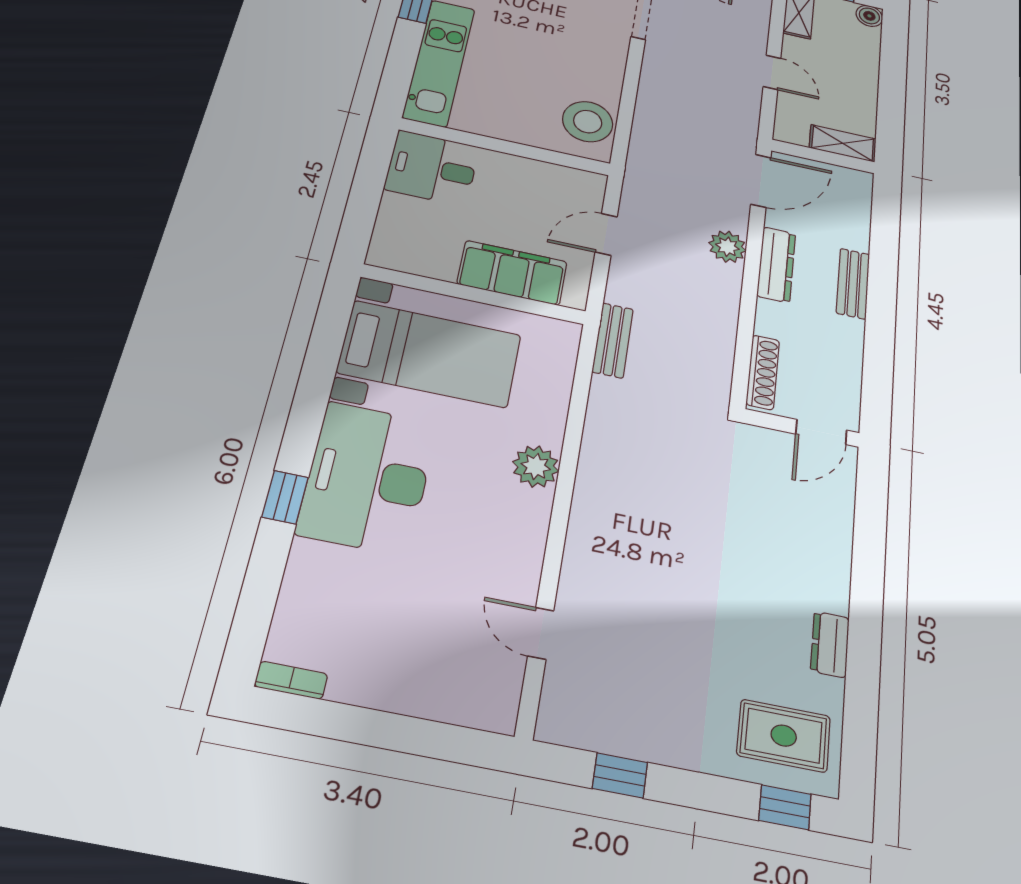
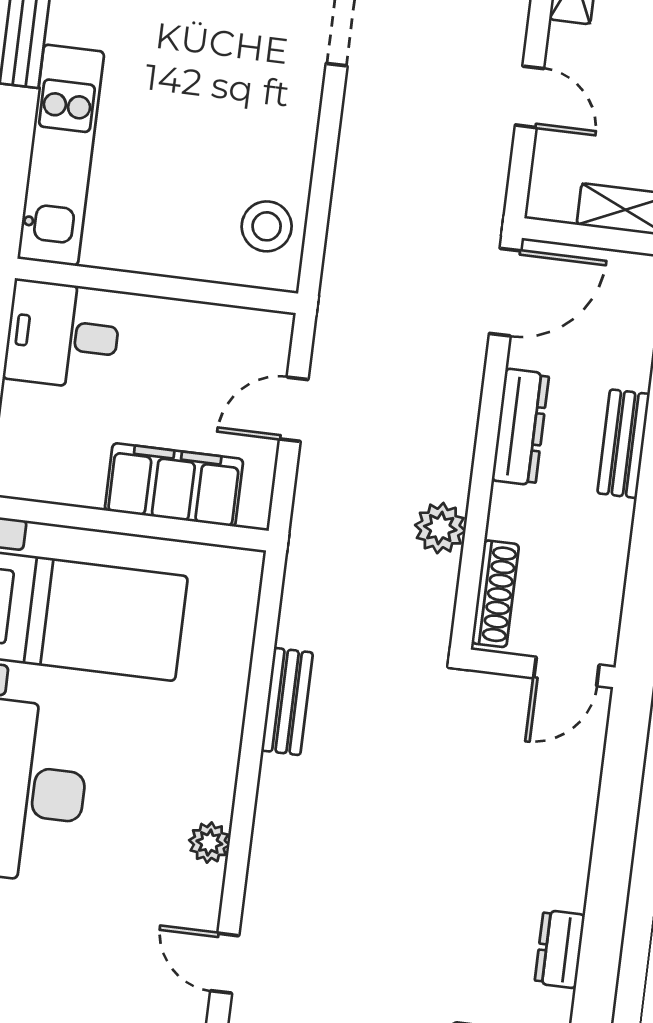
stool: (588, 122) -> (267, 226), width x0.73, depth x0.73
plant: (727, 247) -> (440, 528), moved
bench: (613, 340) -> (287, 702), moved
plant: (536, 467) -> (209, 843), moved, width x0.73, depth x0.73

